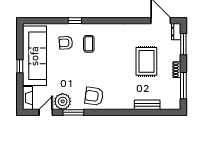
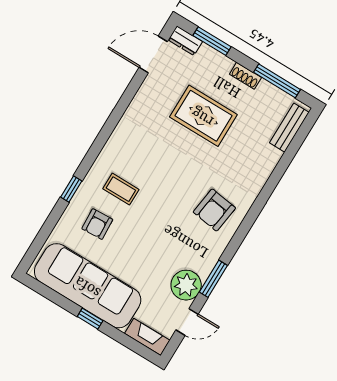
armchair: (94, 96) -> (214, 210), moved
bench: (147, 105) -> (289, 128), moved
door: (46, 112) -> (187, 322), swing flipped

